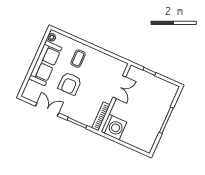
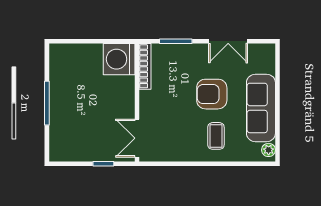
armchair: (70, 84) -> (212, 94), turned -90
double door: (119, 87) -> (137, 138), moved

